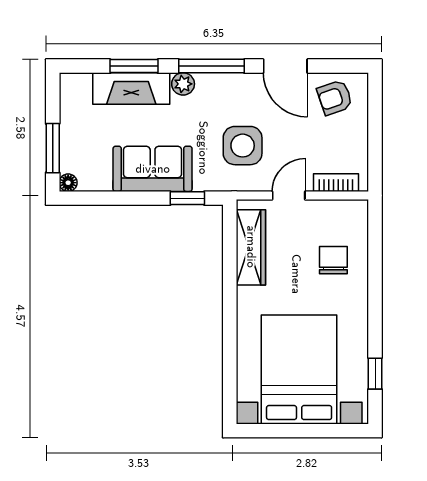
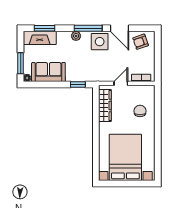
window: (134, 66) -> (45, 28), moved
fireplace: (131, 88) -> (40, 38), moved
side table: (243, 146) -> (100, 42), moved
sofa: (153, 169) -> (48, 72), moved
window: (375, 374) -> (158, 159), removed

